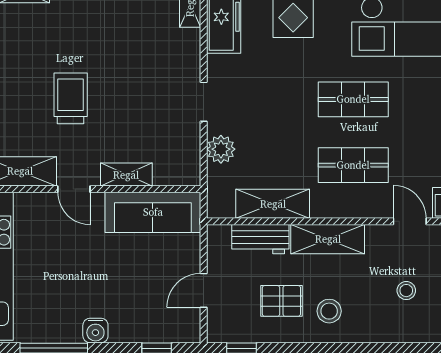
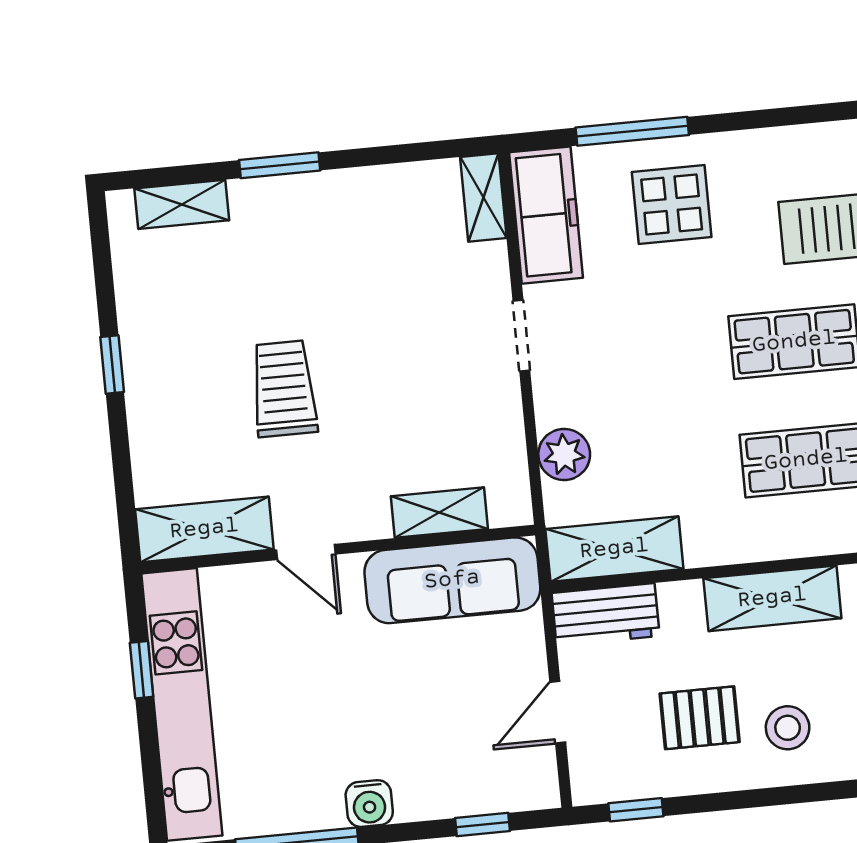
doorway: (204, 102) -> (521, 336), moved
shelving: (126, 175) -> (439, 513), moved
shelving: (273, 204) -> (614, 549), moved
workbench: (260, 239) -> (606, 614), moved

